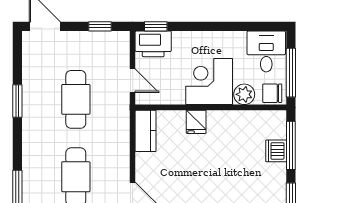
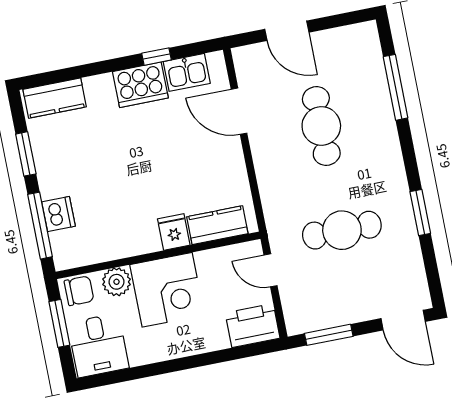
window: (100, 26) -> (329, 335), width x1.50
window: (156, 26) -> (254, 350), removed
window: (291, 73) -> (59, 323), width x0.69
cafe table: (76, 99) -> (342, 230), turned 90
kitchen counter: (146, 131) -> (217, 225), moved, turned 90

